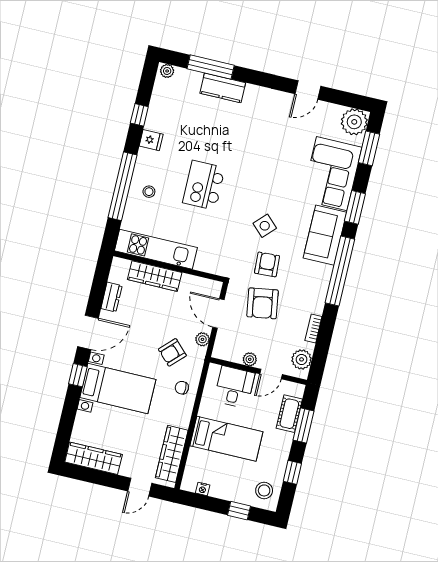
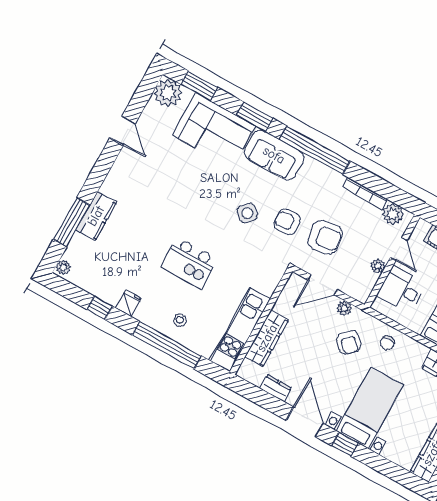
bookcase: (313, 328) -> (365, 193), width x1.56

